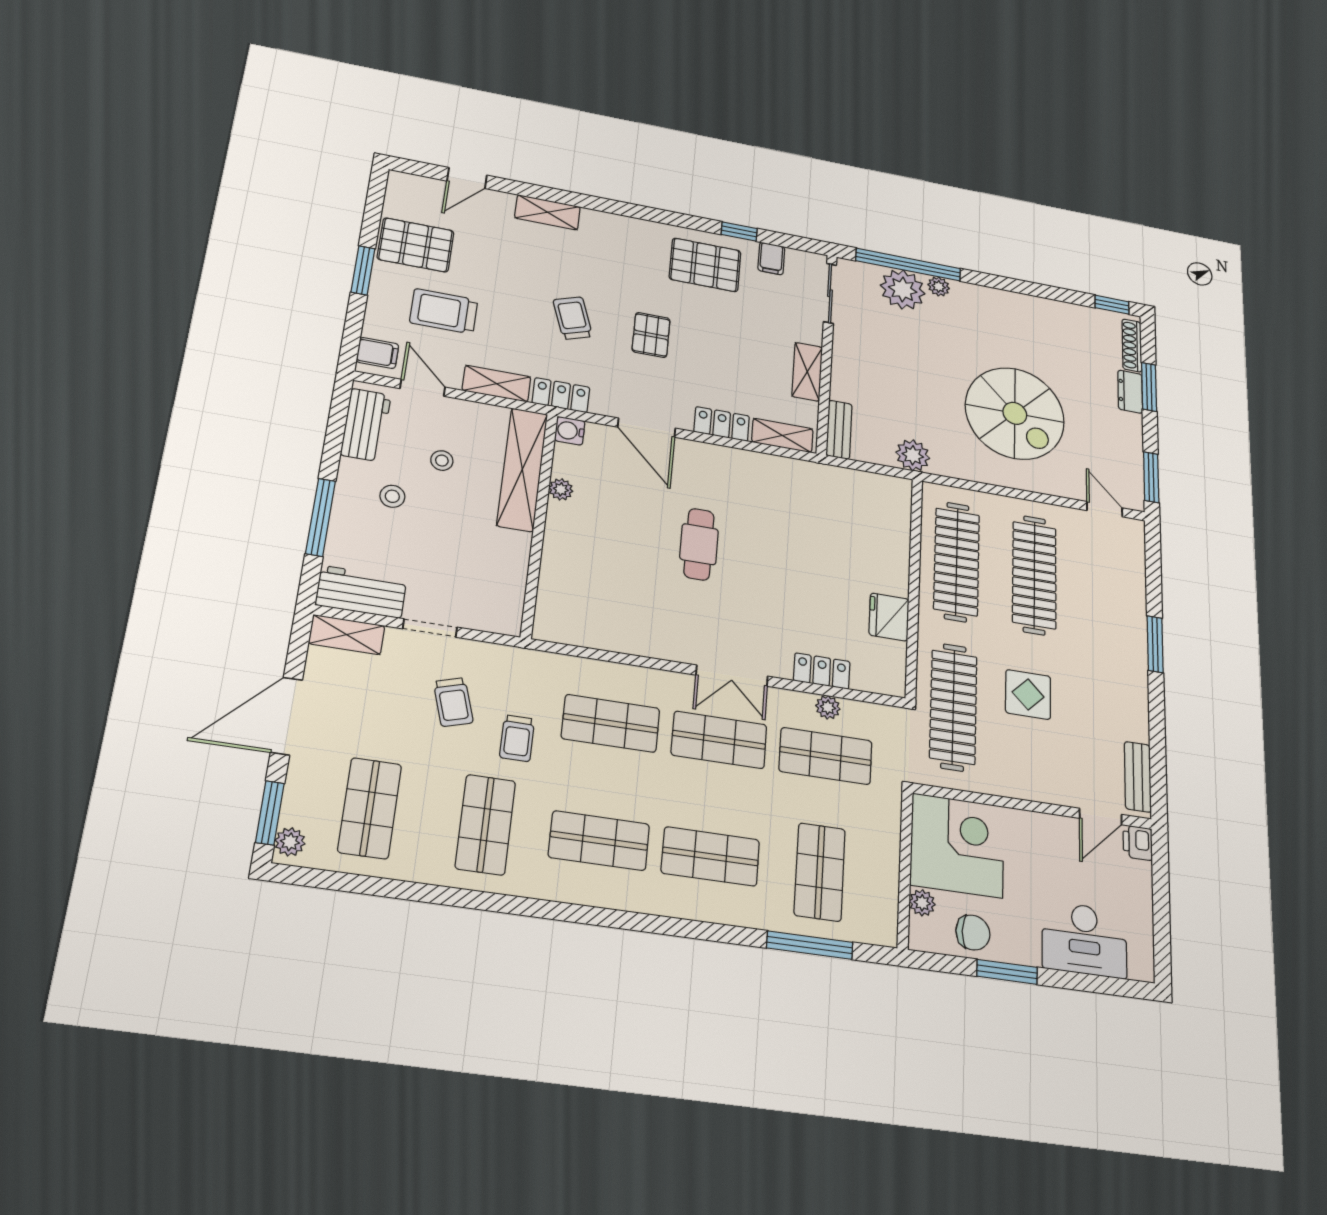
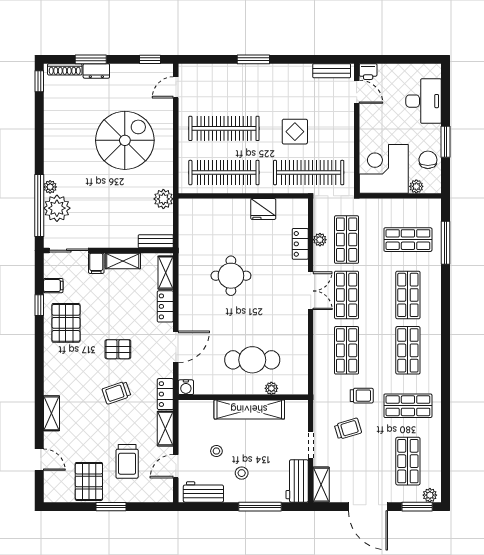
filing cabinet: (377, 353) -> (96, 263), moved, turned 180
shelving: (522, 469) -> (249, 409), moved
window: (1151, 477) -> (150, 59), width x0.67
plant: (561, 489) -> (271, 388), moved
round table: (770, 542) -> (231, 276), added
cafe table: (699, 544) -> (252, 360), moved, width x1.37, depth x1.35
shop shelf: (370, 808) -> (408, 461), turned 90

